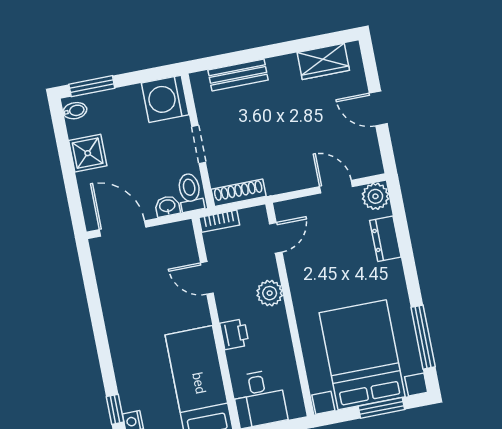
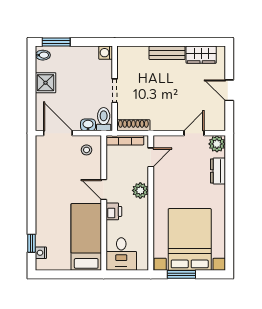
bench: (238, 75) -> (167, 53), moved
washing machine: (165, 99) -> (106, 53), width x0.53, depth x0.53
door: (336, 187) -> (194, 133), hinge flipped
bookcase: (219, 221) -> (125, 140), width x1.56
stool: (173, 246) -> (87, 150), added
door: (207, 278) -> (104, 190), moved
window: (423, 337) -> (229, 236), removed
window: (381, 408) -> (181, 274), moved

